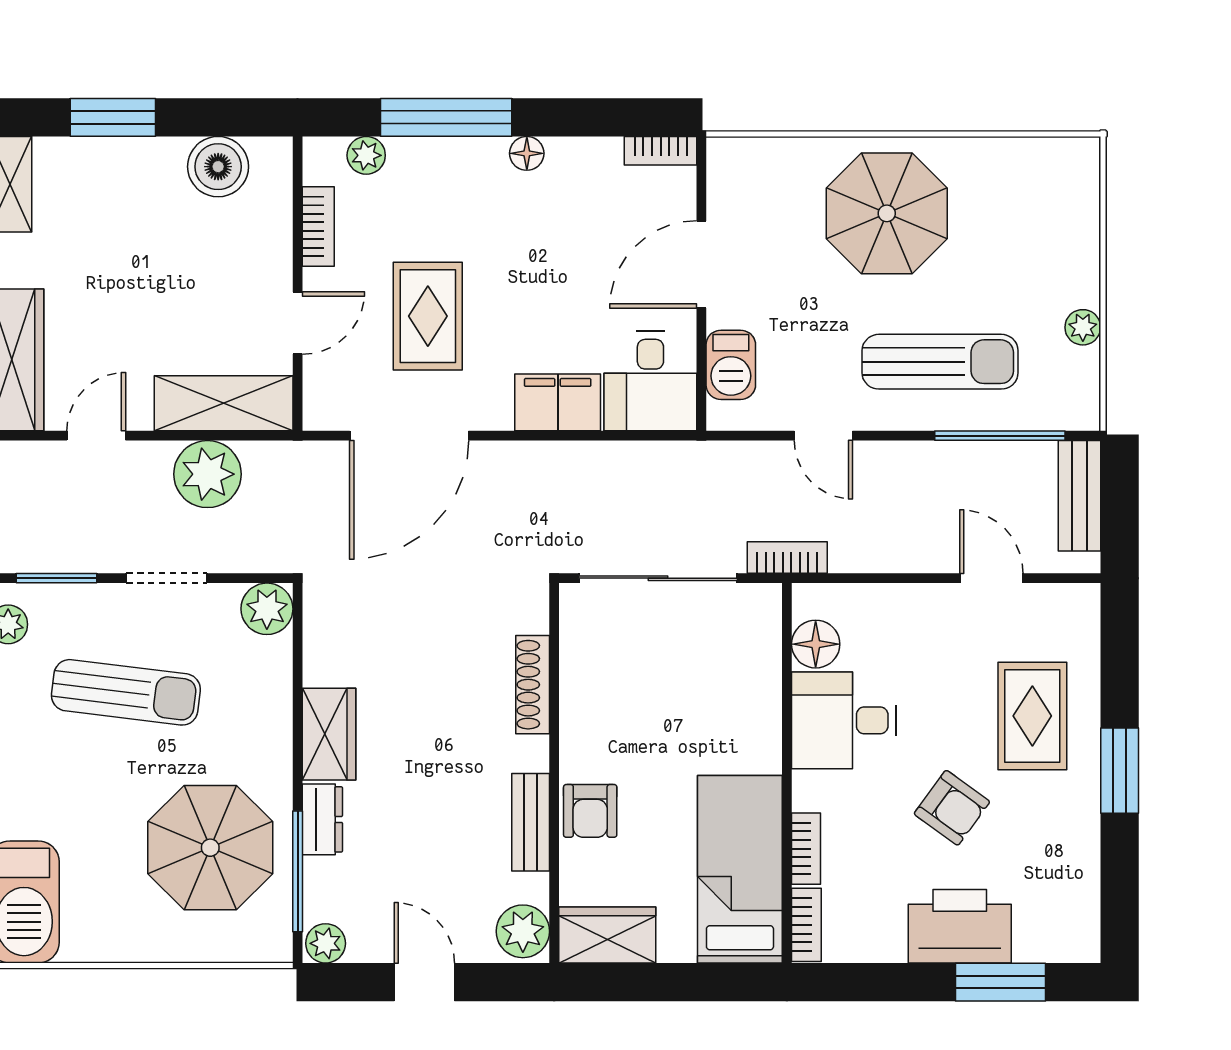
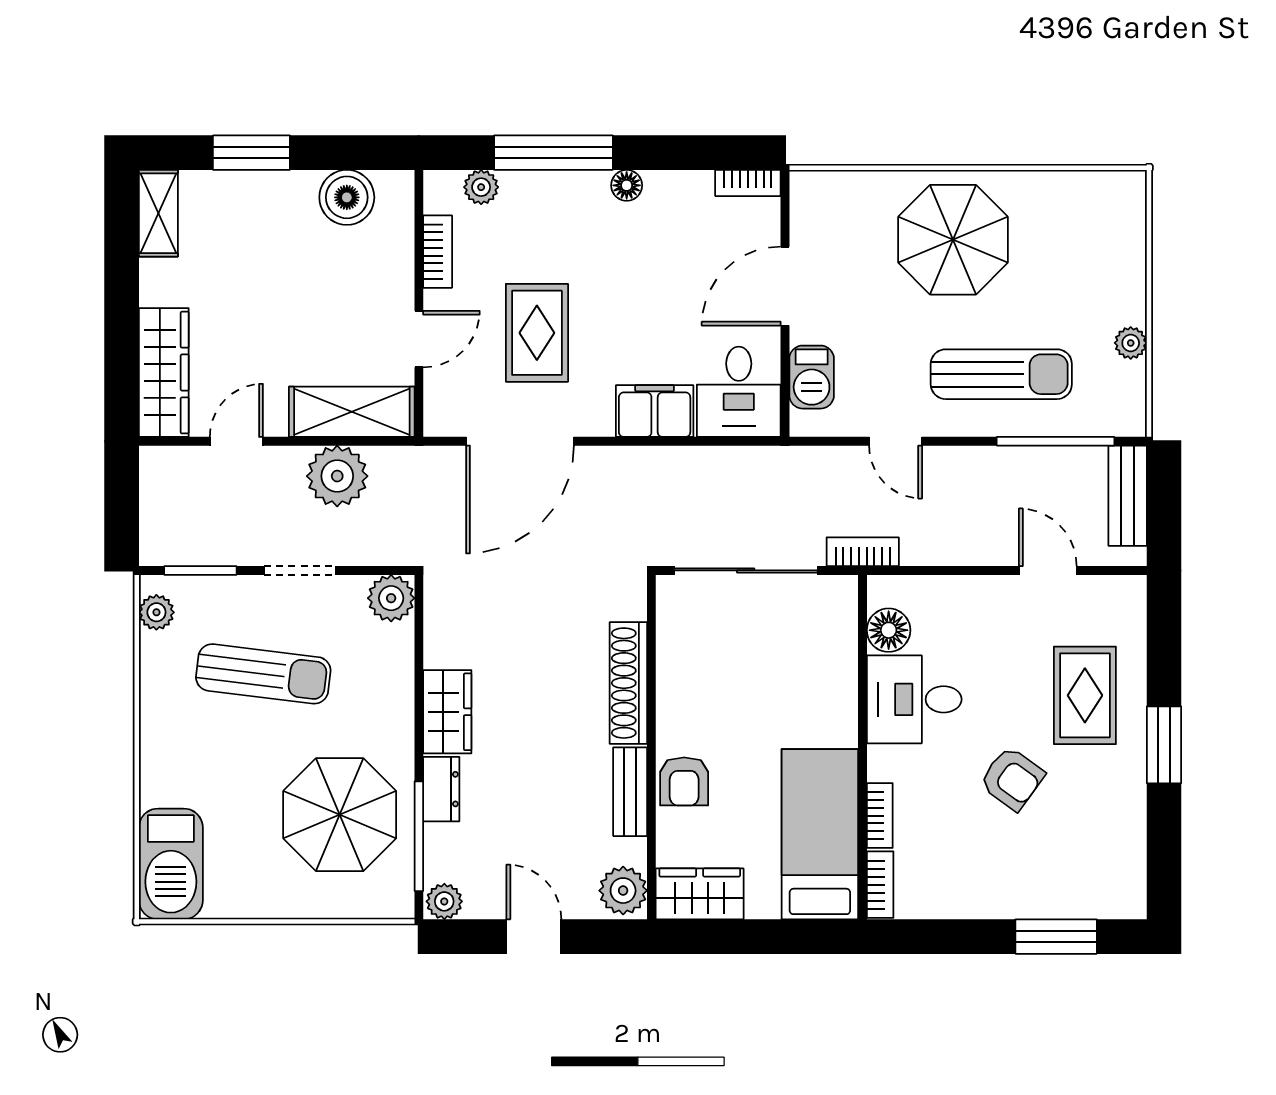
shoe rack: (533, 685) -> (628, 683), width x1.36, depth x1.24
printer: (960, 926) -> (1019, 886), removed

